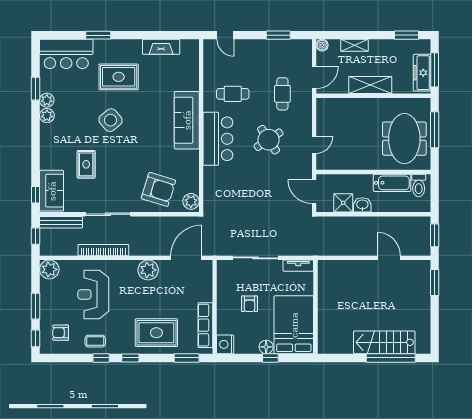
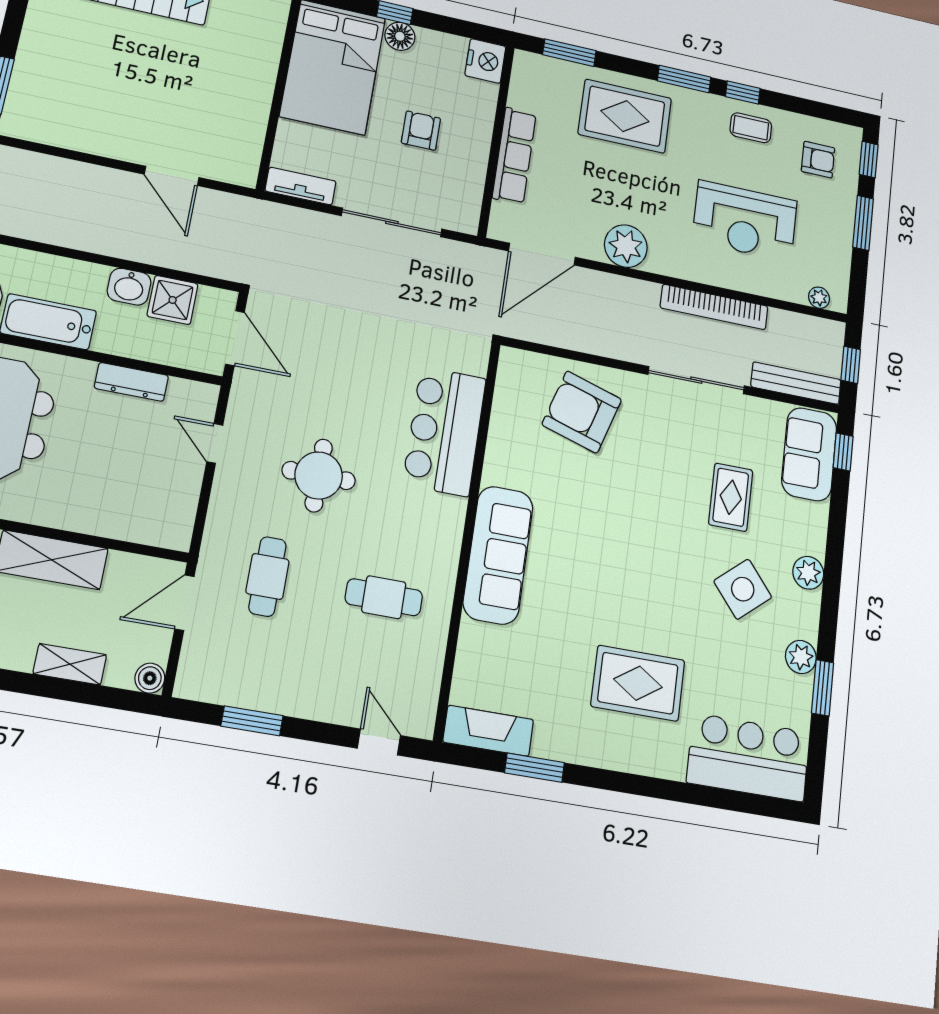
window: (98, 35) -> (534, 768), moved
fireplace: (161, 47) -> (488, 731), moved
plant: (47, 116) -> (808, 573), moved
side table: (111, 120) -> (743, 589), moved
bar counter: (218, 139) -> (445, 431), moved
round table: (269, 140) -> (319, 475), turned 33
door: (314, 145) -> (215, 443), hinge flipped
dresser: (353, 164) -> (131, 382), added
plant: (191, 201) -> (515, 372), removed
door: (389, 258) -> (172, 176), moved
plant: (49, 269) -> (819, 298), width x0.53, depth x0.53
reception desk: (93, 294) -> (745, 221), turned 90
row of seats: (205, 325) -> (514, 156), moved
window: (130, 358) -> (684, 79), width x1.50

